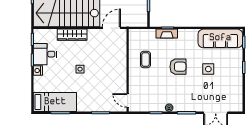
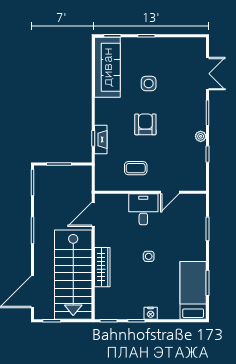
door: (111, 28) -> (93, 214), hinge flipped
desk: (45, 54) -> (143, 209), moved, turned 180
door: (128, 100) -> (170, 192), moved

